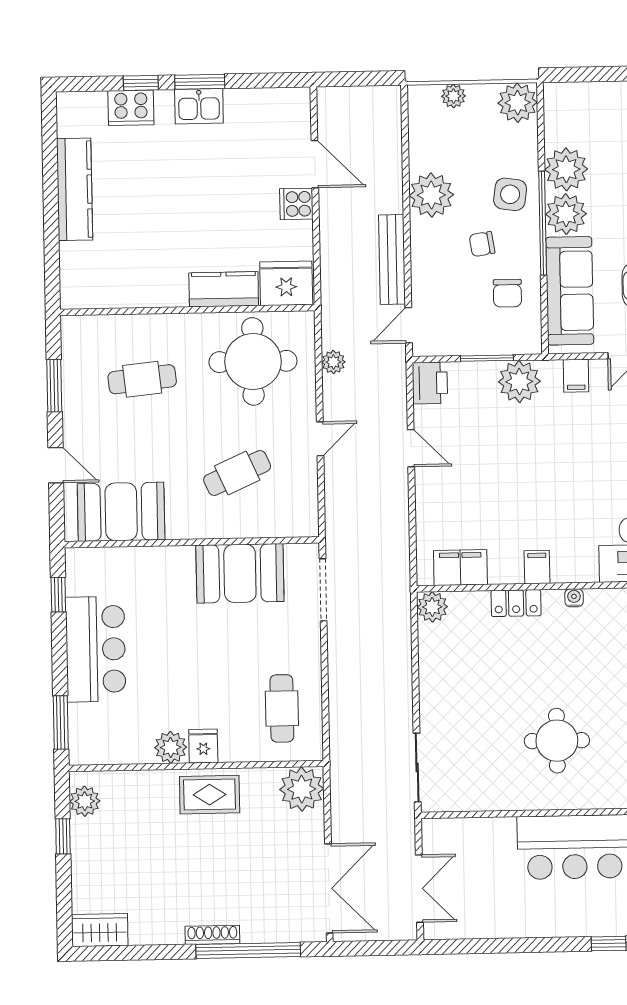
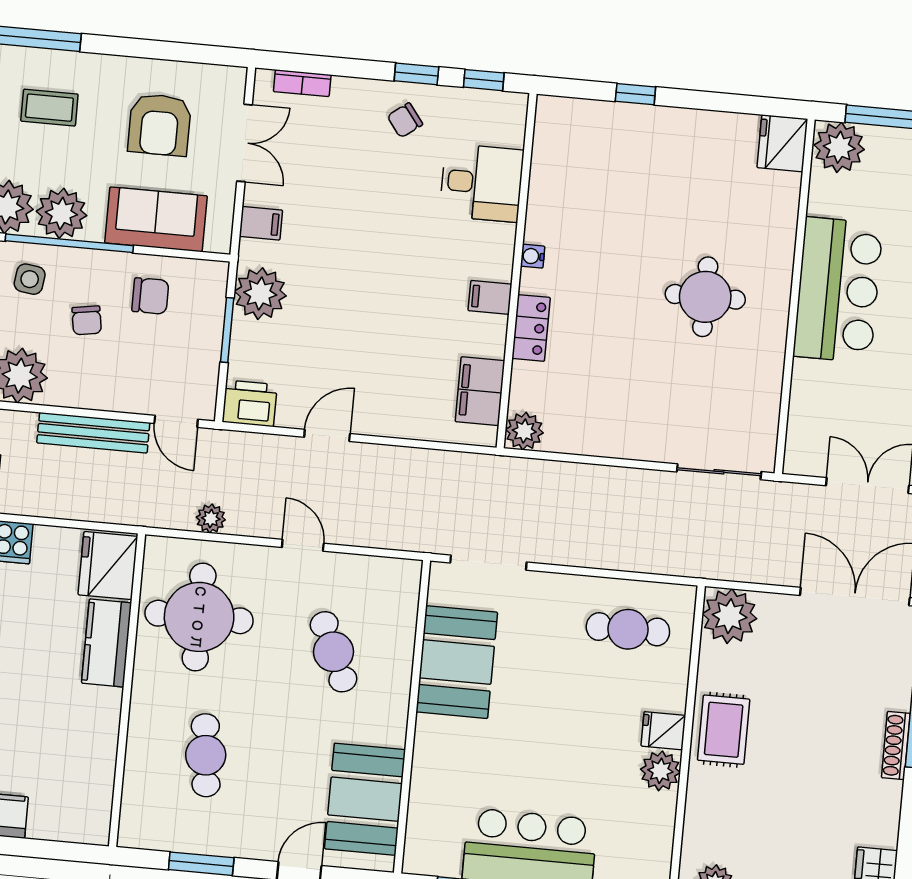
side table: (510, 194) -> (30, 279), width x0.73, depth x0.73
sofa: (570, 291) -> (156, 219), width x0.73

